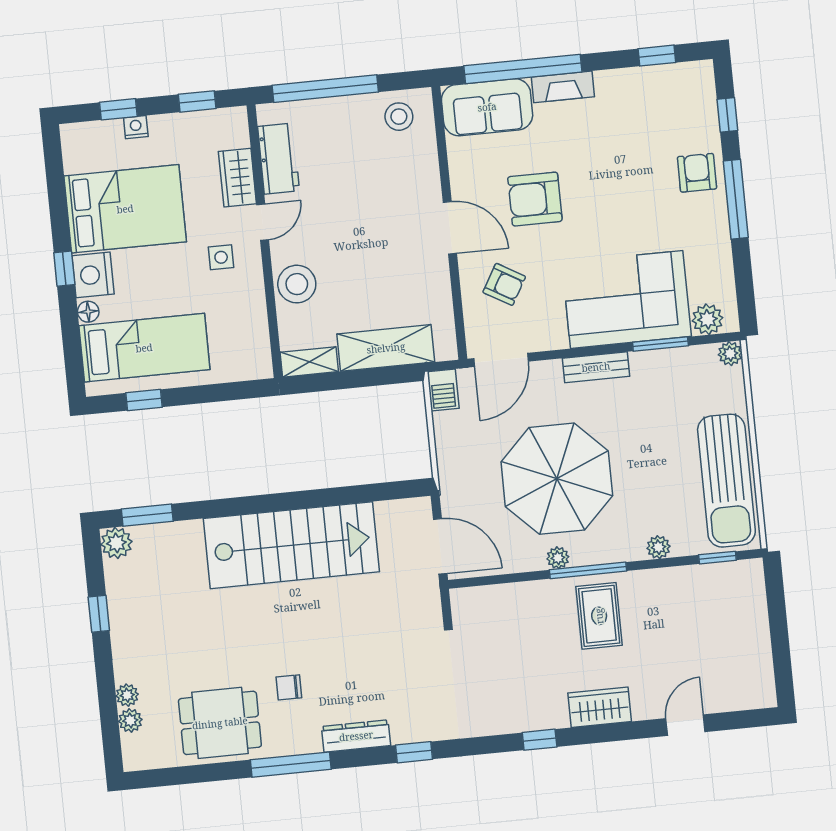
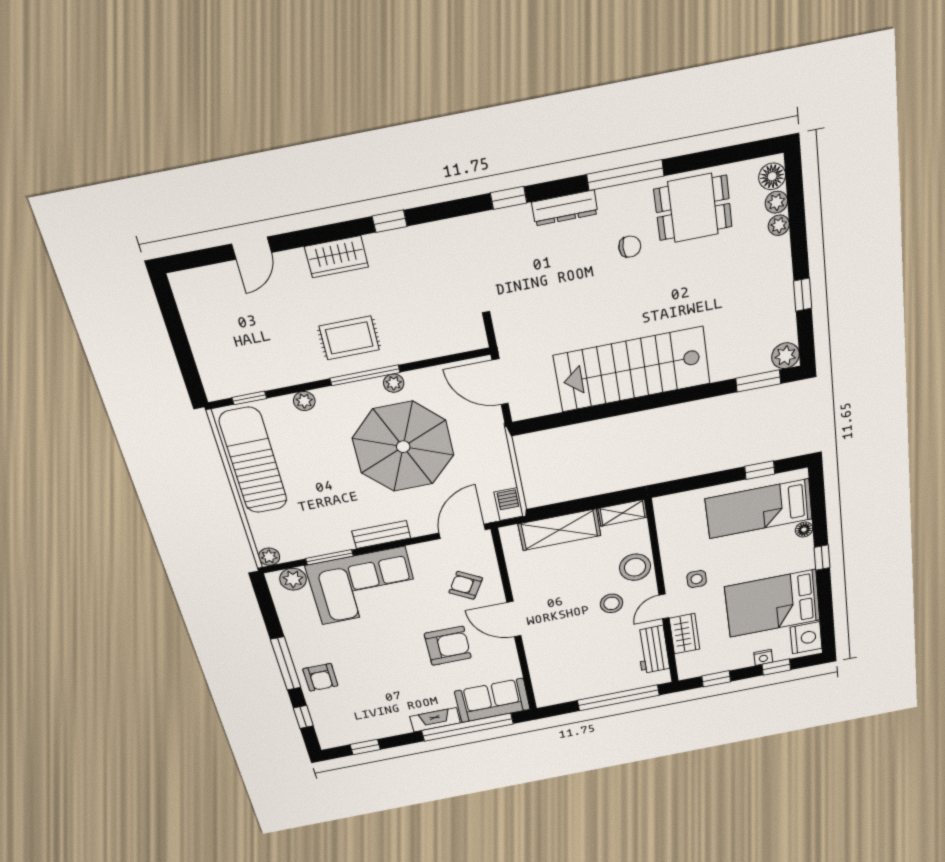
stool: (399, 117) -> (612, 603), moved
nightstand: (93, 275) -> (806, 638), moved
rug: (599, 616) -> (349, 338), turned 90
floor lamp: (135, 749) -> (772, 176), added

